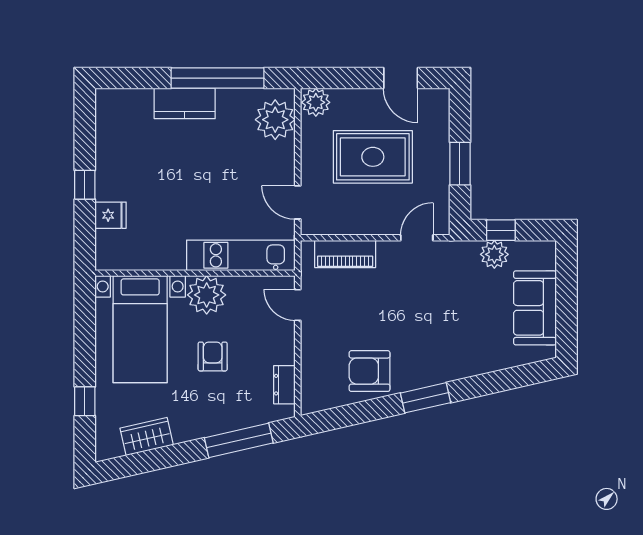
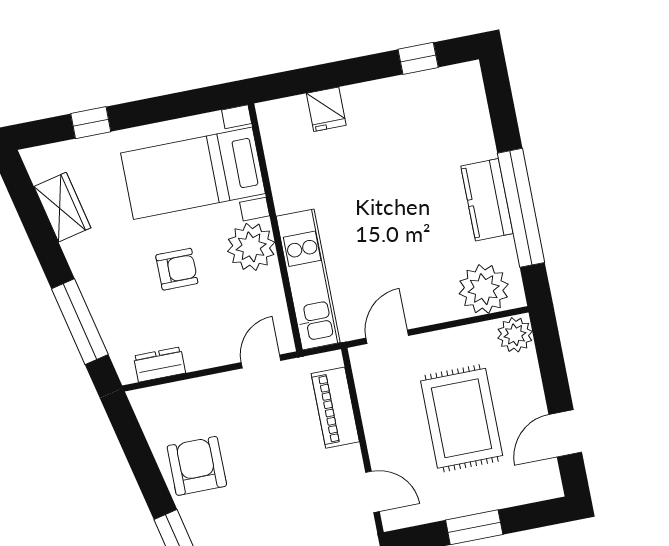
kitchen counter: (185, 103) -> (487, 200), moved
window: (85, 185) -> (418, 58), moved

